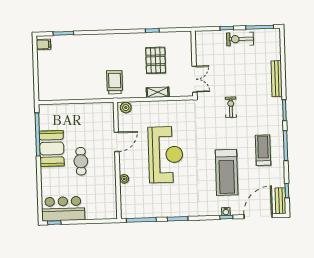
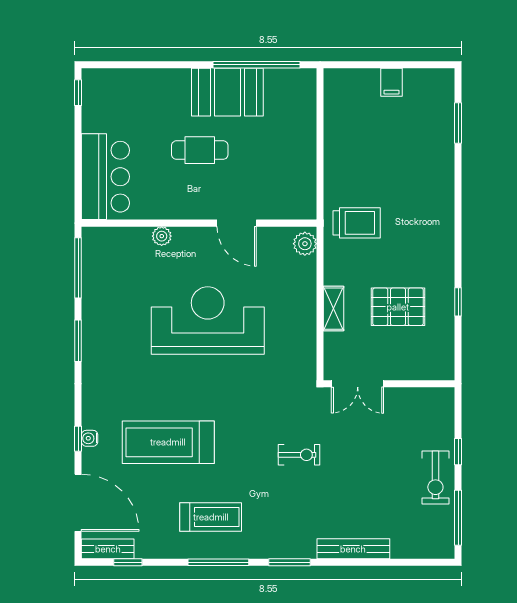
exercise bike: (240, 39) -> (435, 478), turned 180
filing cabinet: (43, 44) -> (391, 82), moved
reception desk: (165, 155) -> (208, 321), turned 180
bar counter: (63, 209) -> (105, 177), moved

